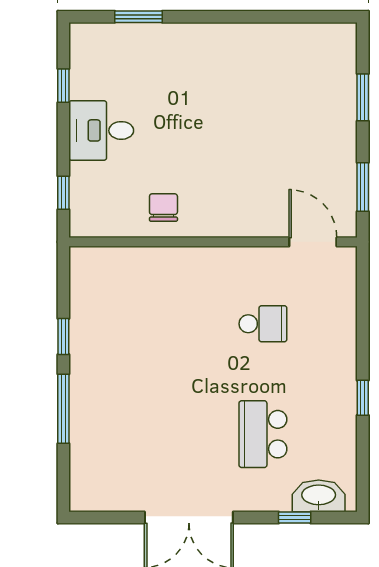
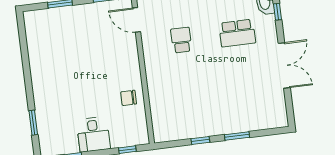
door: (313, 242) -> (137, 20), hinge flipped
window: (63, 409) -> (237, 136), width x0.69

